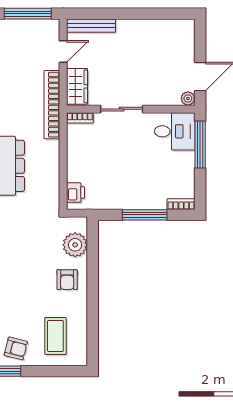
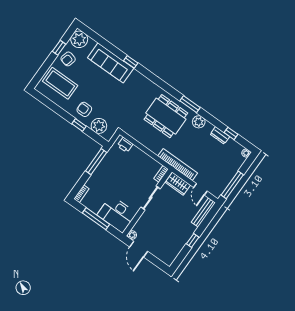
window: (138, 14) -> (193, 240), added
desk: (175, 131) -> (117, 214), width x1.37
window: (200, 145) -> (96, 219), moved
window: (145, 215) -> (96, 162), moved
window: (93, 272) -> (79, 125), added
coffee table: (55, 336) -> (60, 83), width x1.36, depth x1.32

